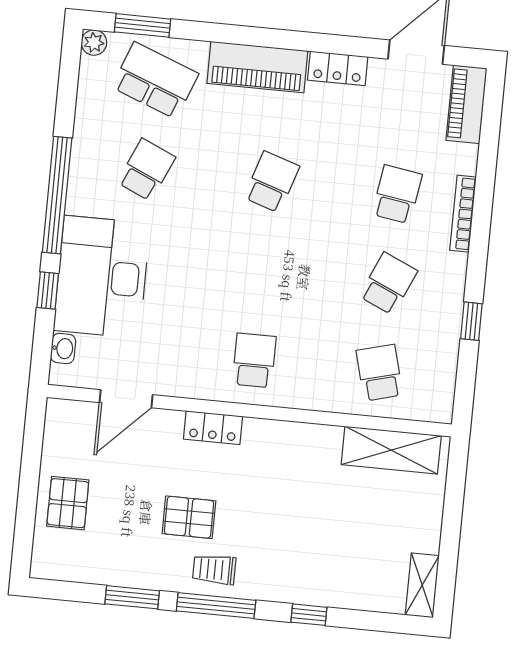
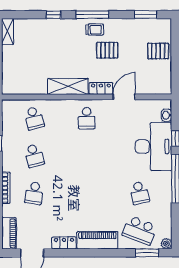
school desk: (146, 170) -> (139, 193), turned -36
school desk: (272, 182) -> (87, 193), removed
school desk: (388, 283) -> (34, 156), turned -39
door: (126, 399) -> (124, 97), moved
shelving: (391, 450) -> (68, 86), moved
pallet: (68, 503) -> (158, 51), turned 90
window: (132, 597) -> (146, 15), moved

